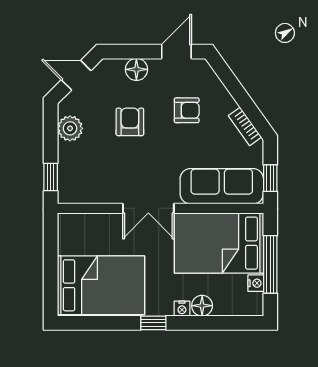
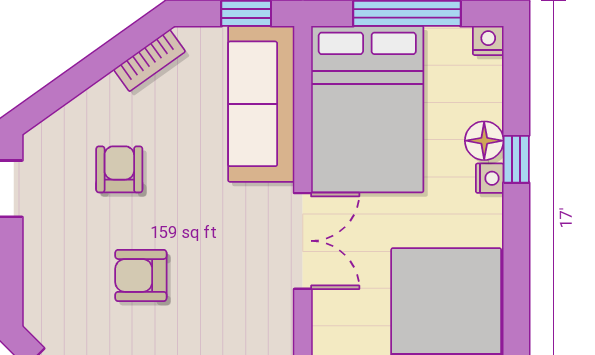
floor lamp: (136, 69) -> (43, 263), removed
nightstand: (256, 283) -> (488, 40), moved
window: (153, 323) -> (516, 159), moved

